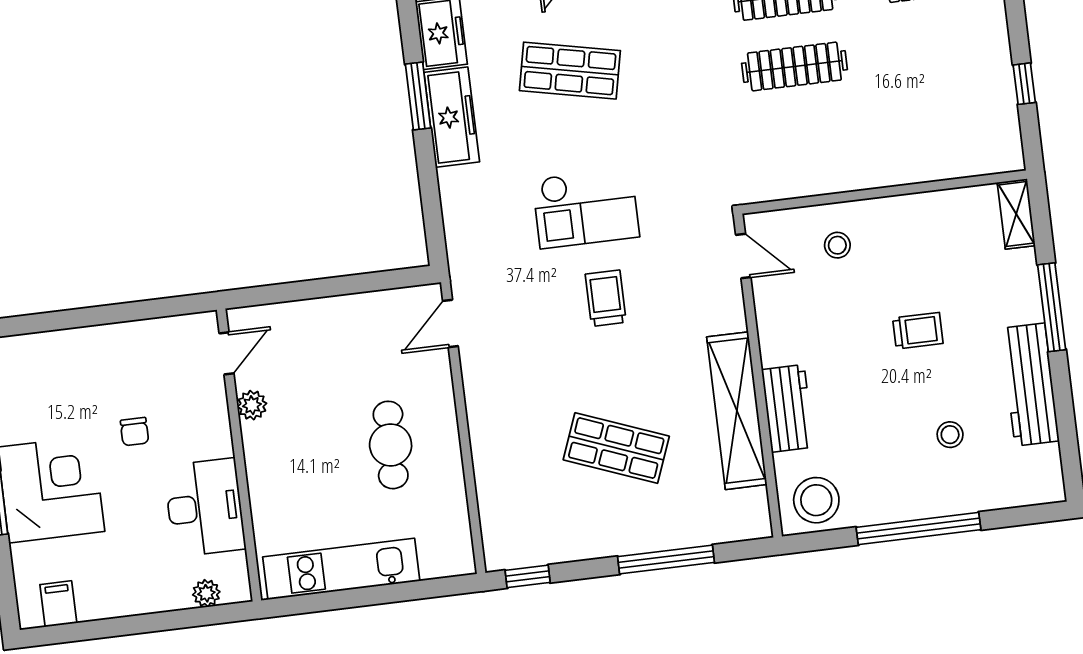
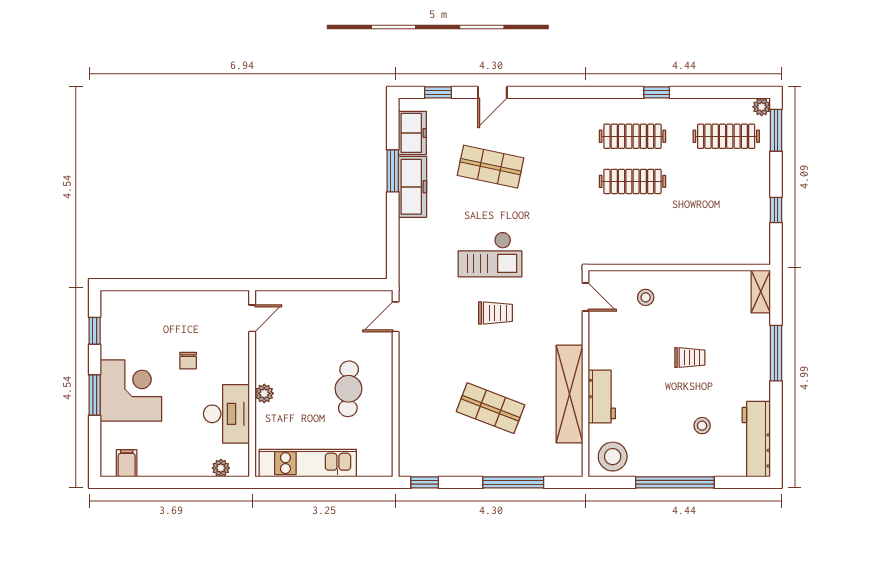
trolley: (606, 298) -> (496, 313), turned 90
workbench: (1030, 385) -> (756, 439), moved
plant: (252, 405) -> (264, 393), moved

